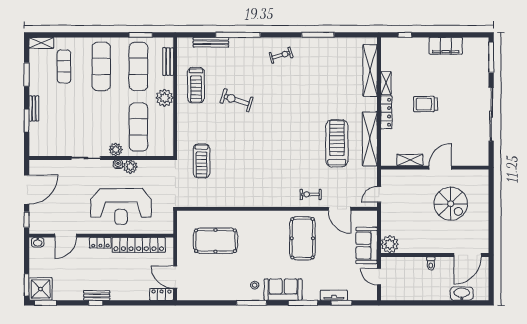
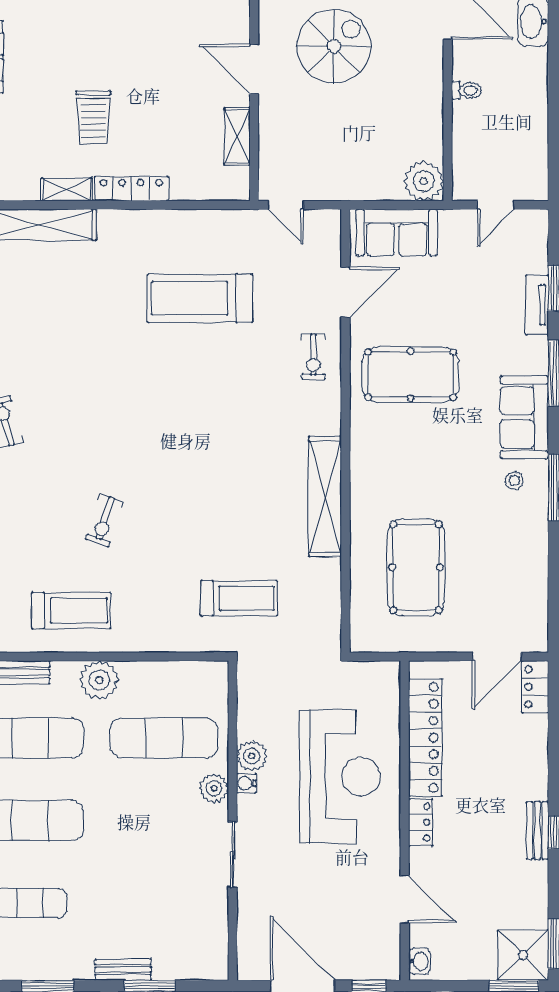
exercise bike: (237, 100) -> (104, 521), width x0.73, depth x0.72
trolley: (426, 104) -> (93, 117), moved
shelving: (370, 139) -> (325, 497), moved, turned 90
door: (379, 194) -> (286, 205), moved
sofa: (367, 245) -> (397, 233), moved

